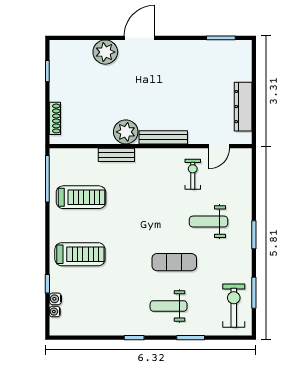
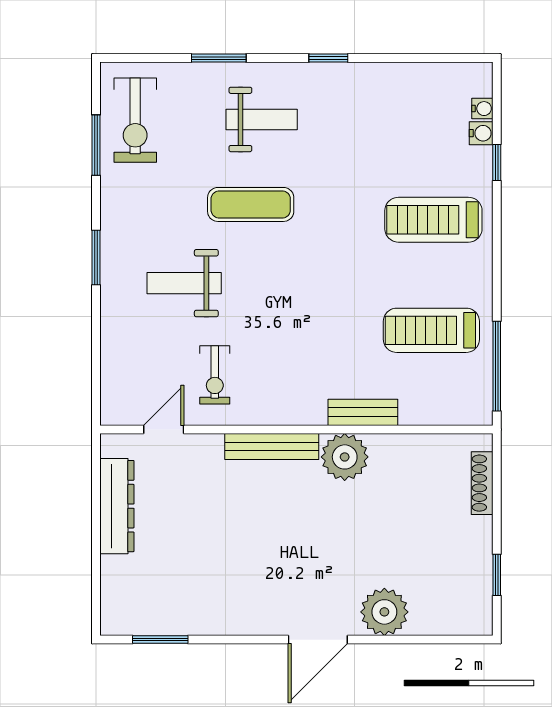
weight bench: (209, 222) -> (184, 283), turned 180

